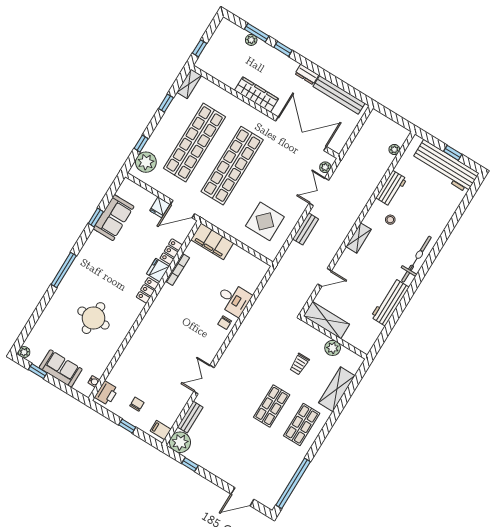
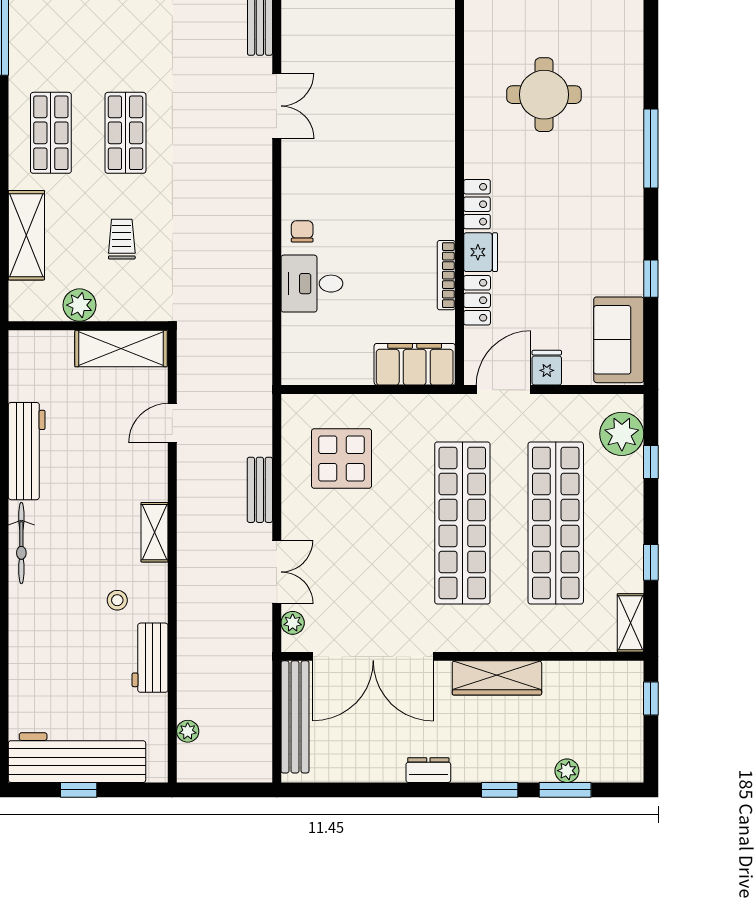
bench: (339, 95) -> (295, 717), moved, turned 90
sofa: (114, 218) -> (619, 340), moved
bicycle: (416, 259) -> (21, 543), width x0.73, depth x0.71

